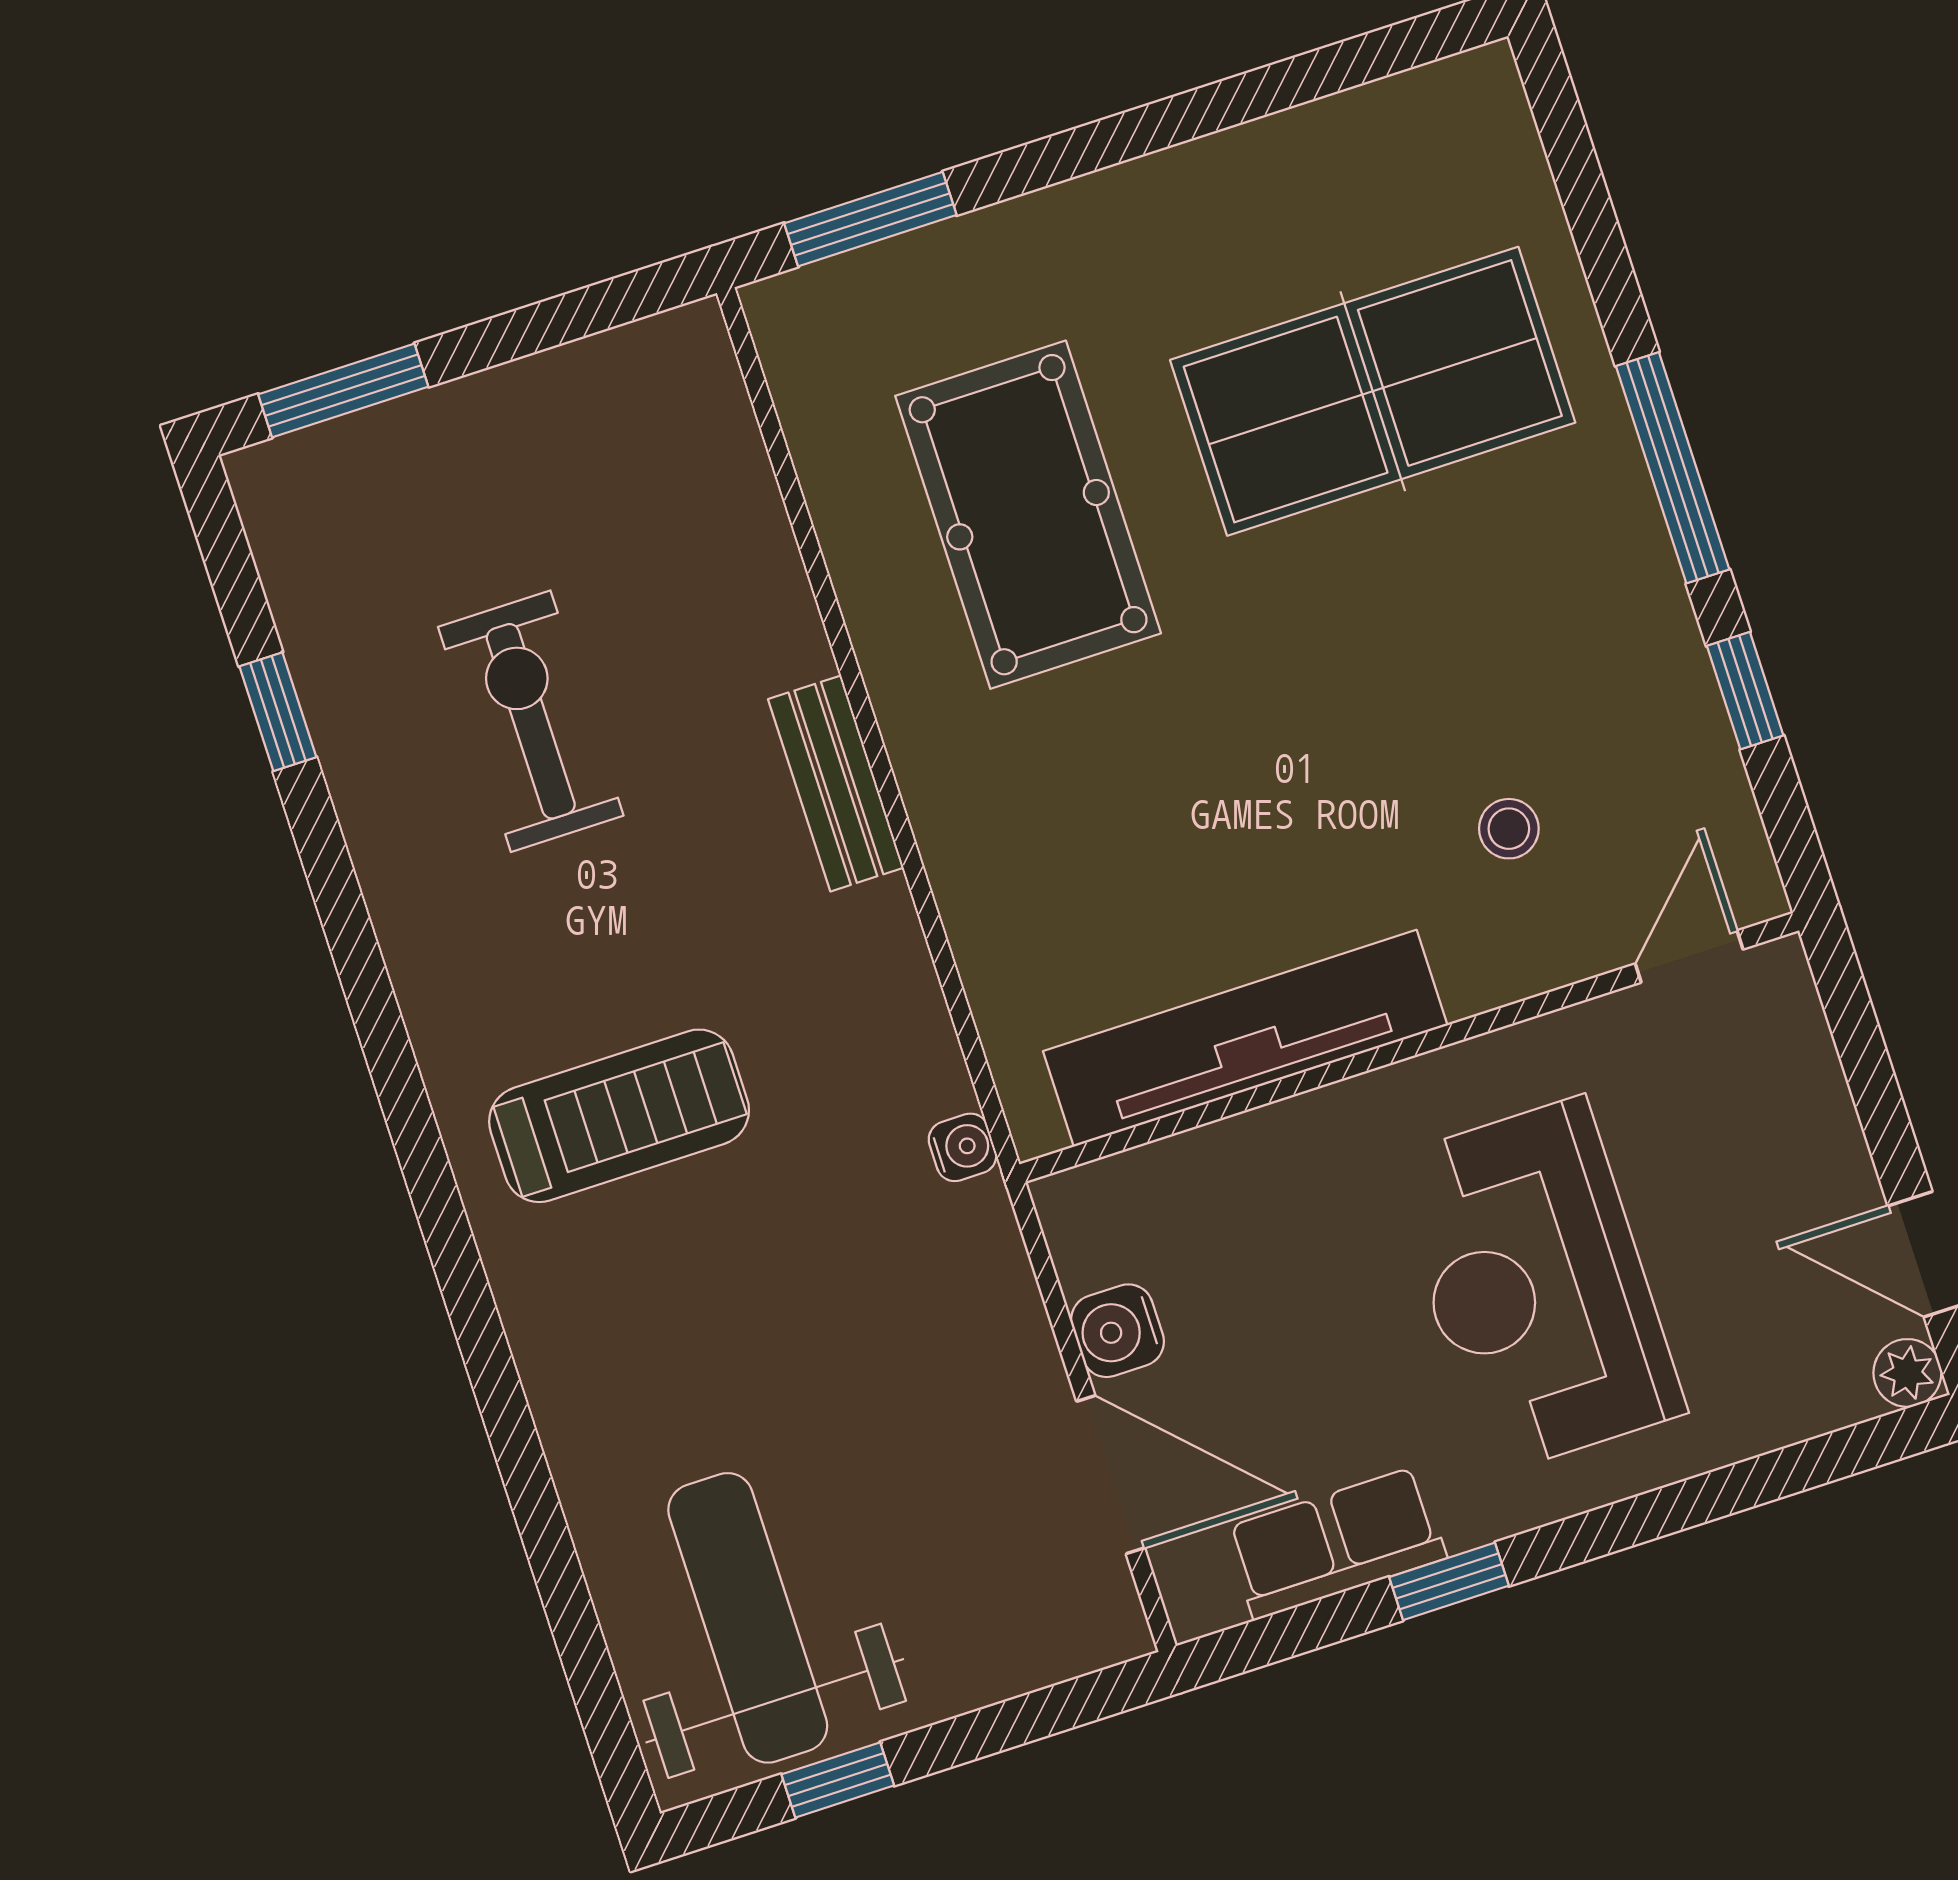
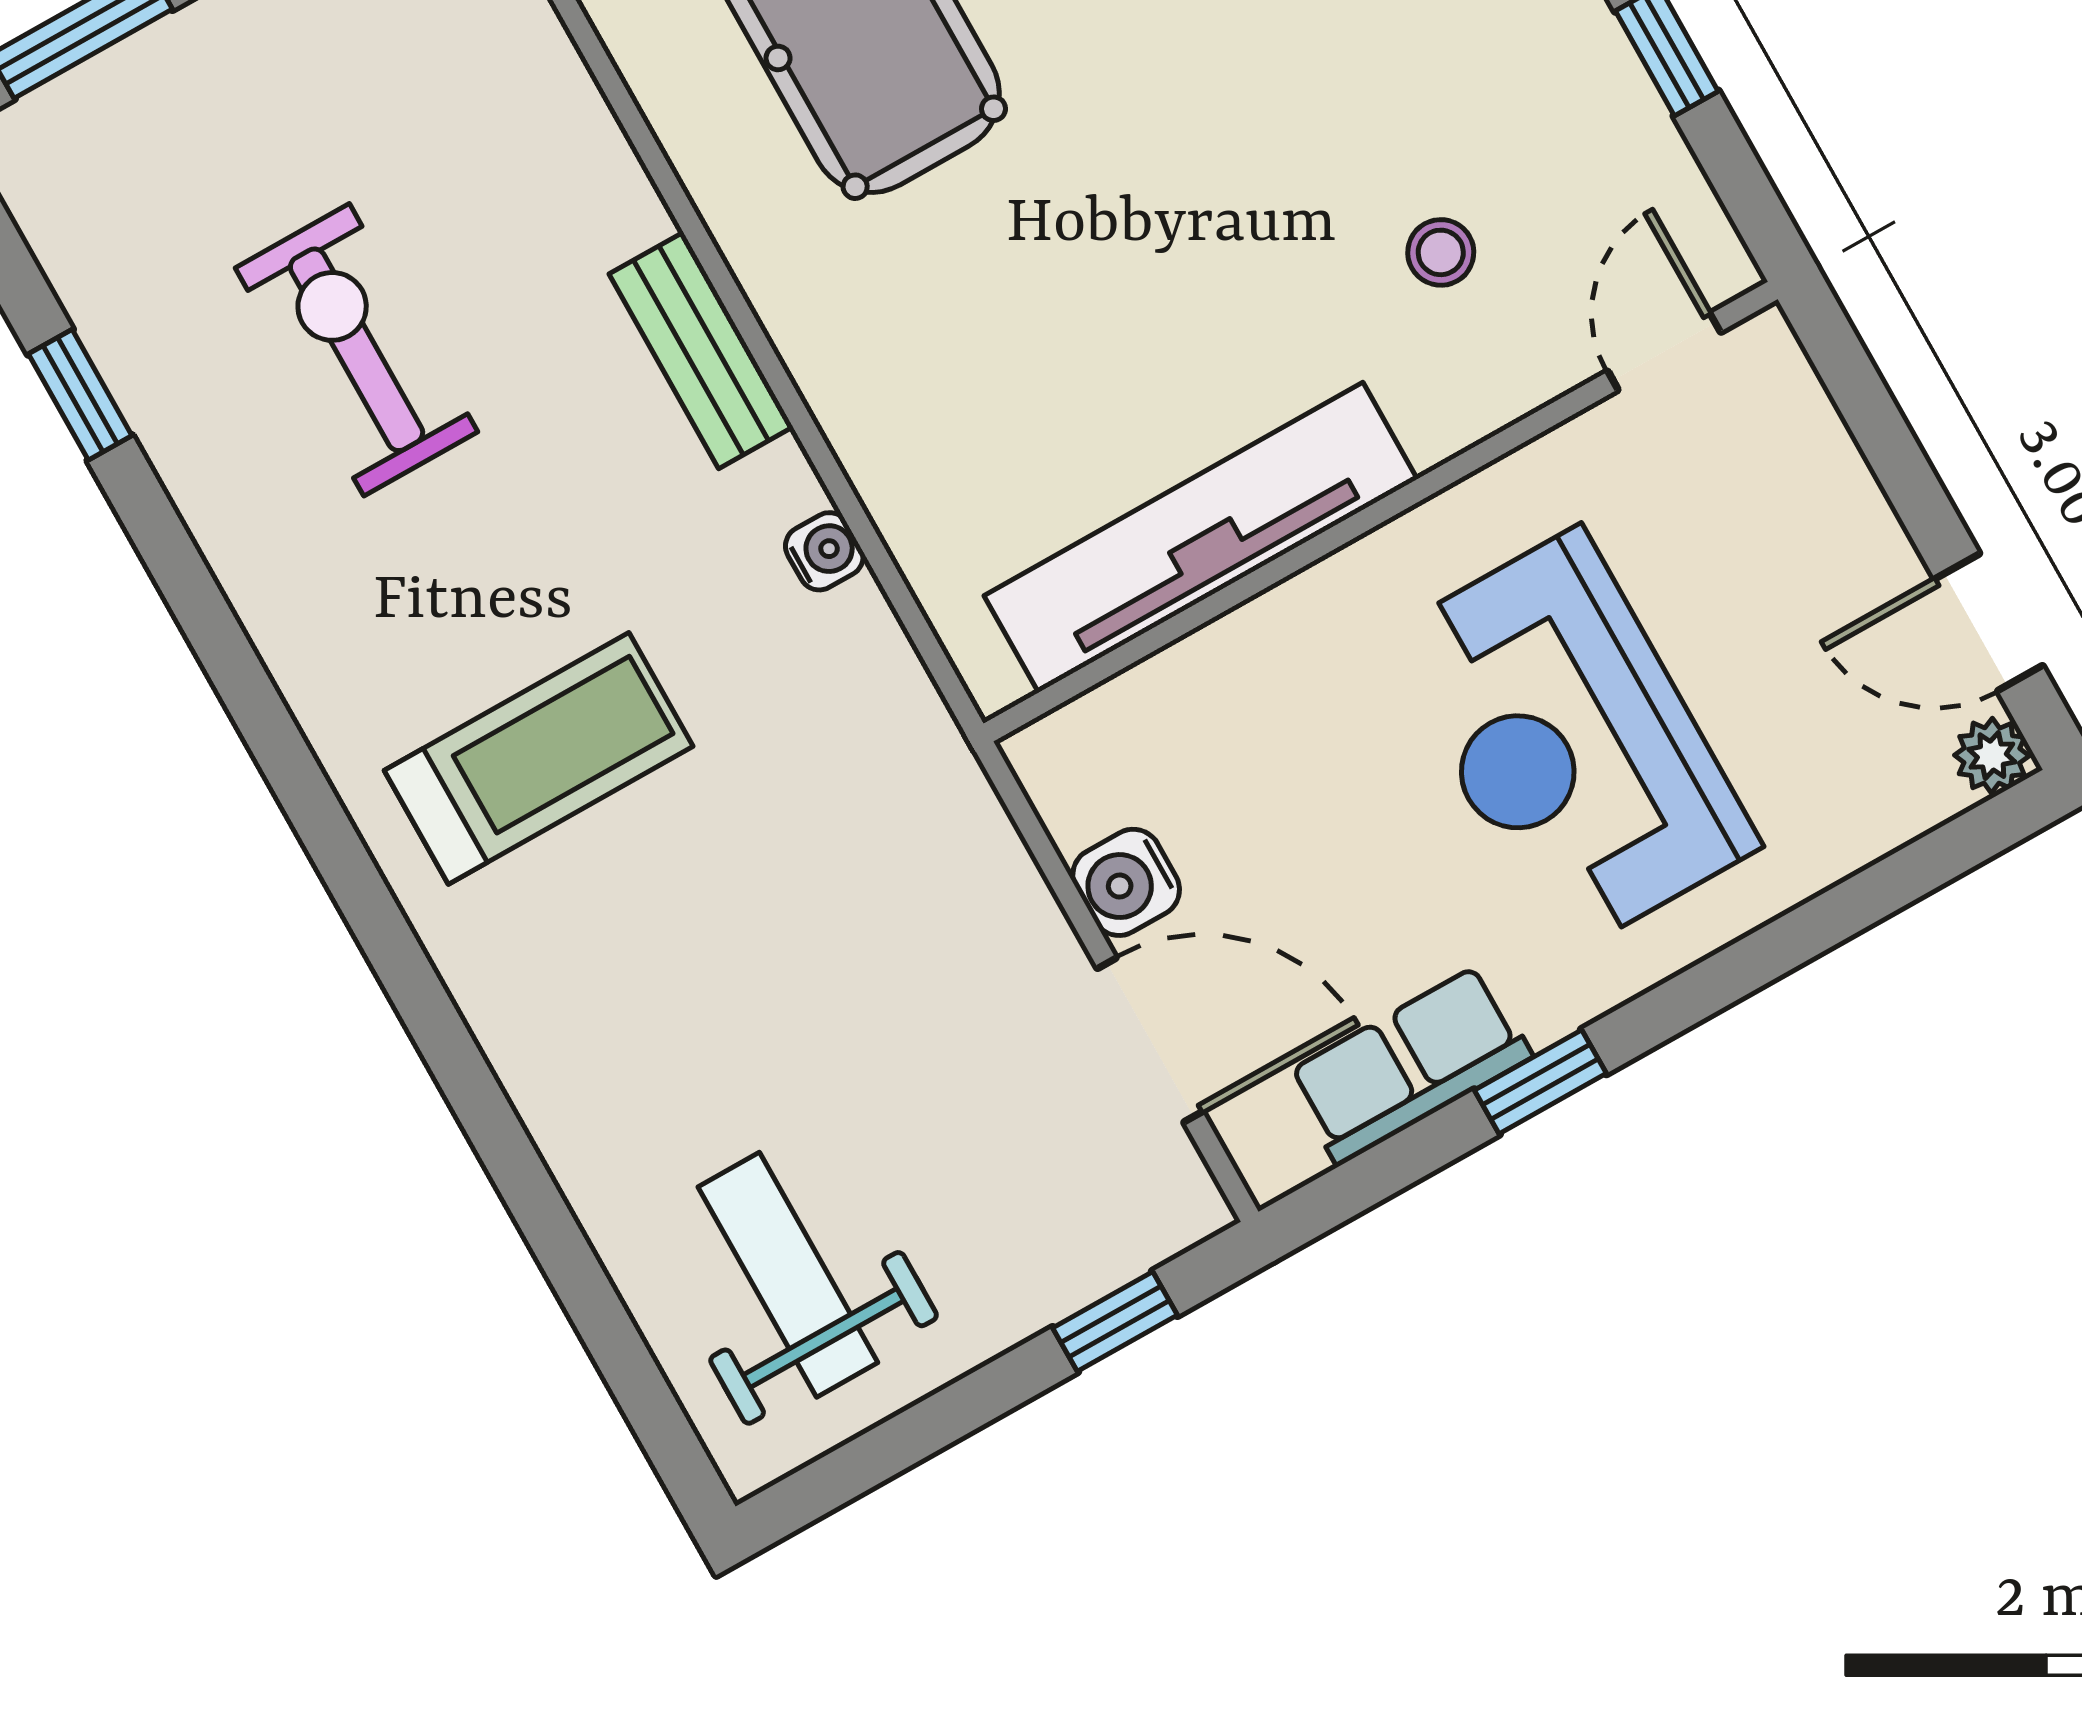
water cooler: (963, 1147) -> (824, 551), moved
weight bench: (748, 1618) -> (788, 1275), width x0.73, depth x0.75
window: (838, 1780) -> (1115, 1321), moved

